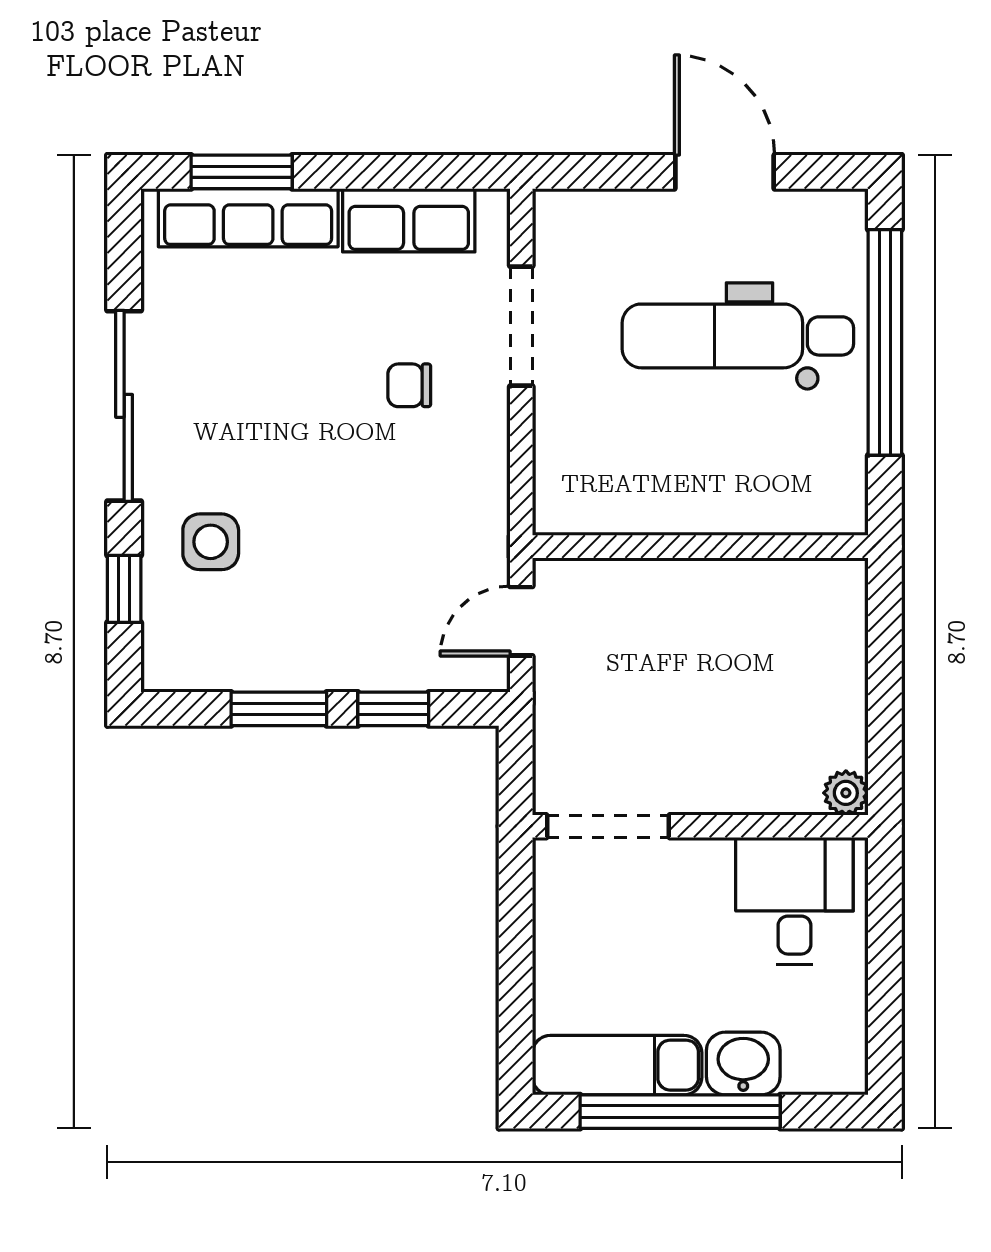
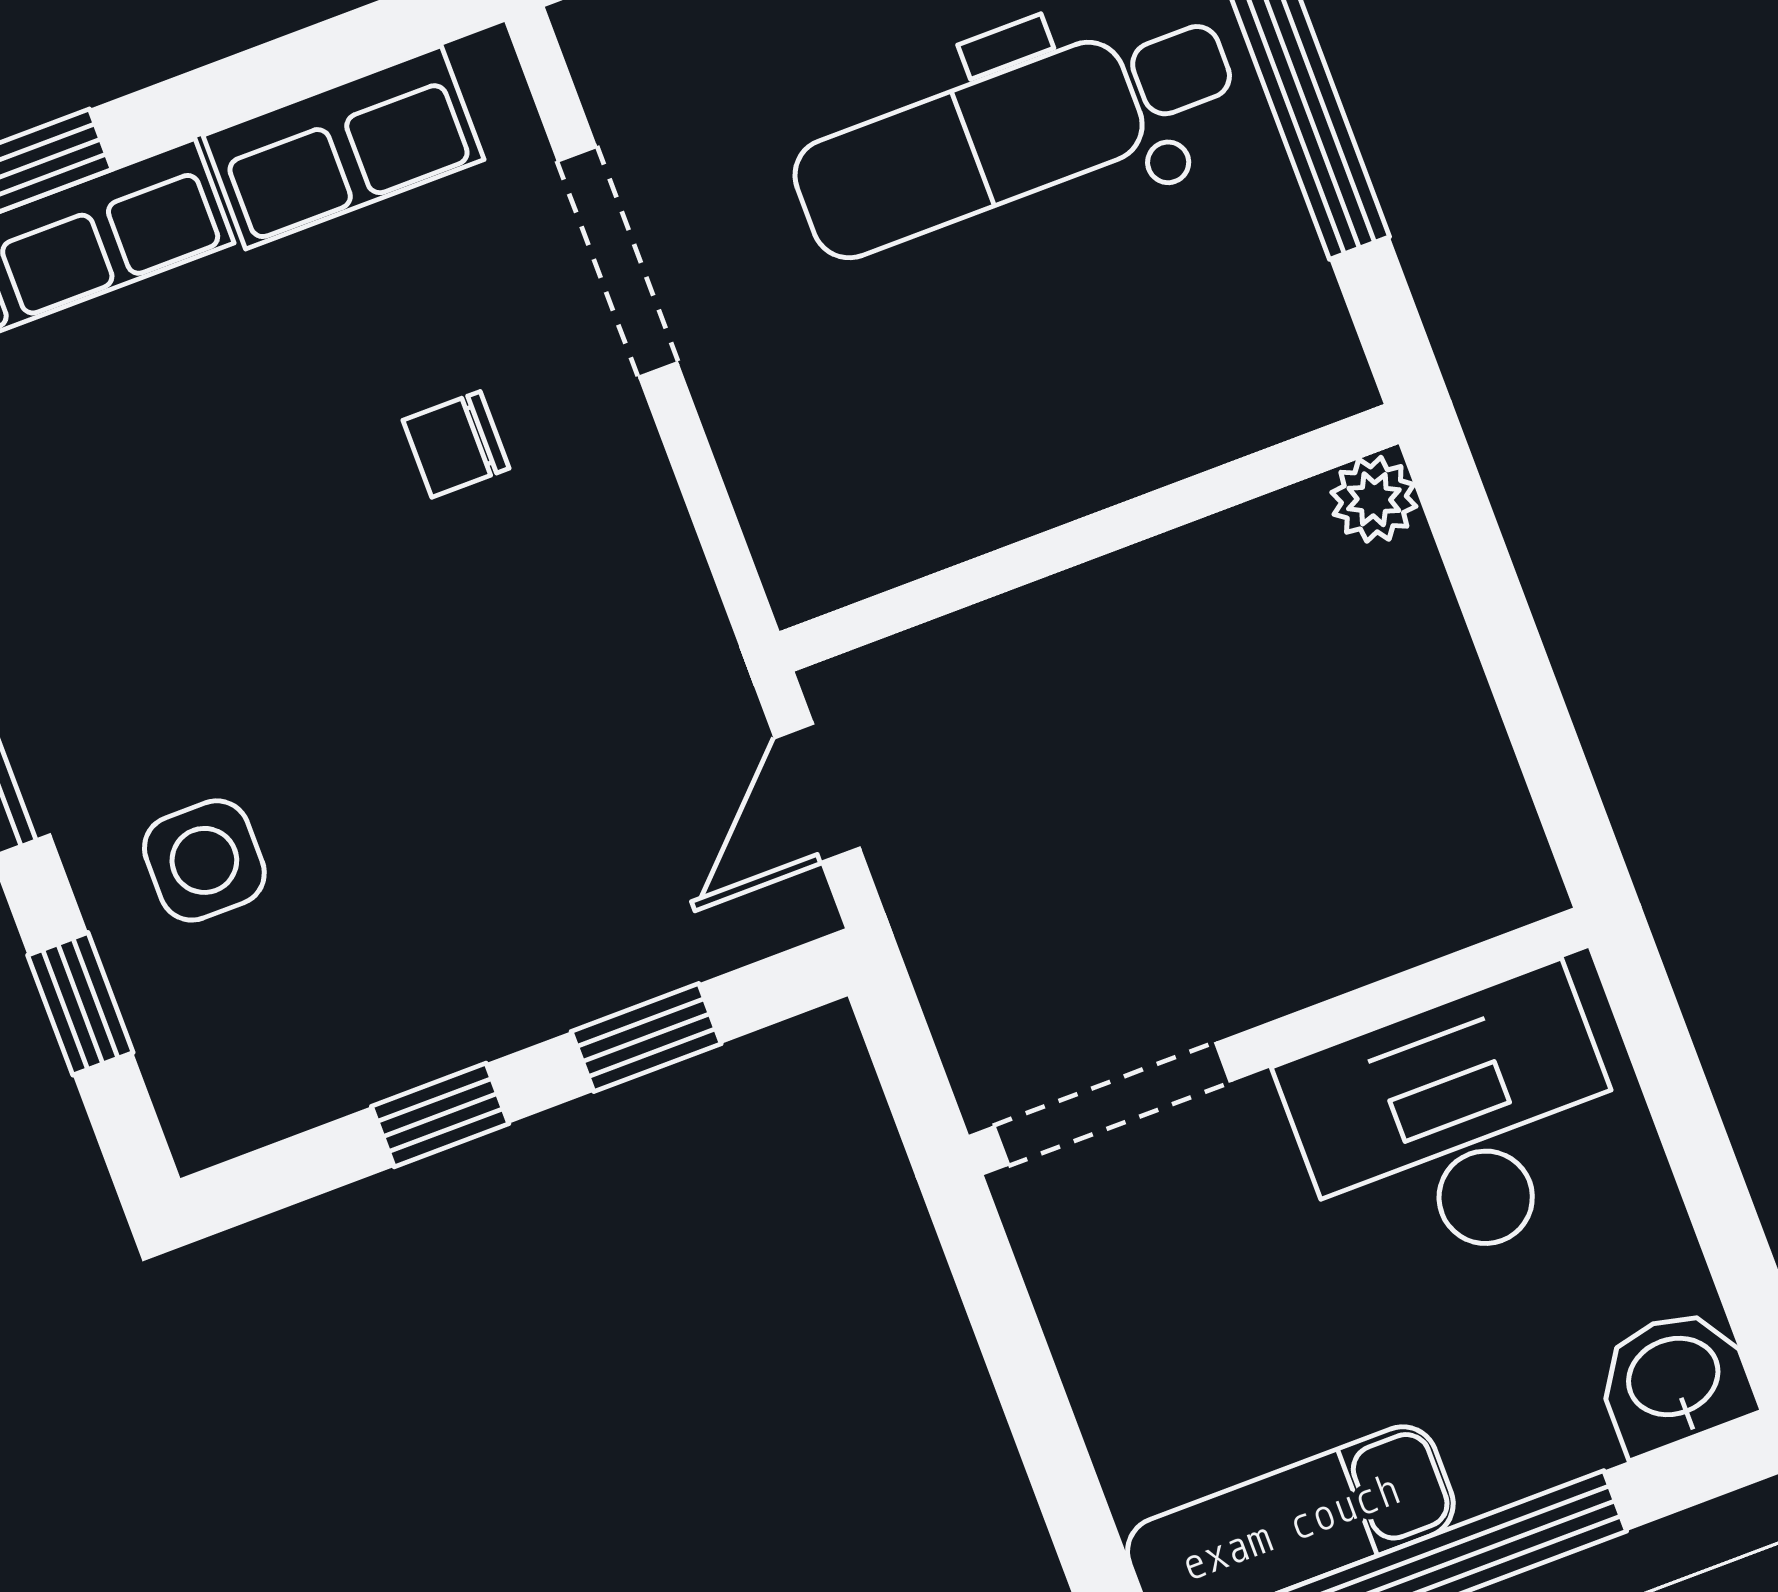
window: (279, 709) -> (440, 1115), width x0.67
plant: (846, 793) -> (1374, 499), moved
desk: (794, 901) -> (1459, 1127), width x1.37
washbasin: (743, 1063) -> (1675, 1380), moved

